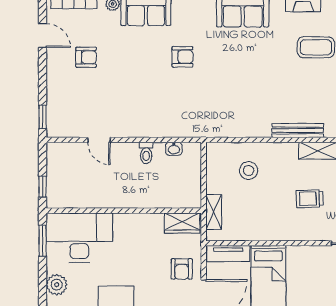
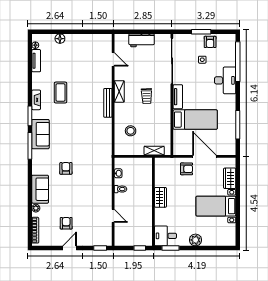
door: (43, 35) -> (70, 248), moved
door: (99, 140) -> (113, 216), hinge flipped
wardrobe: (182, 223) -> (160, 197), moved
desk: (79, 238) -> (165, 236), width x0.53, depth x0.77
tv unit: (228, 254) -> (178, 97), moved

